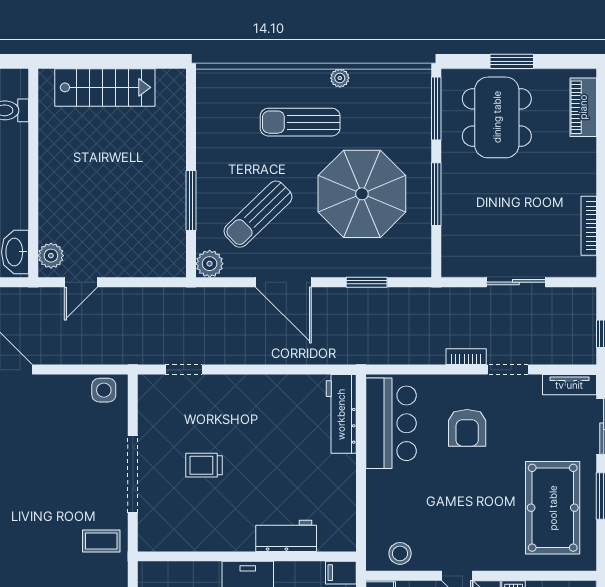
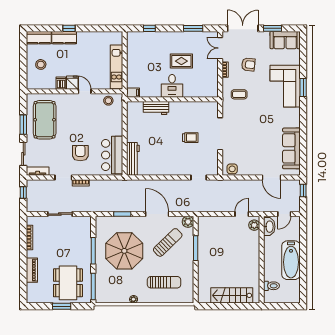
piano: (583, 107) -> (32, 270), moved
sun lounger: (300, 122) -> (164, 282), moved
coffee table: (101, 541) -> (239, 94), moved

